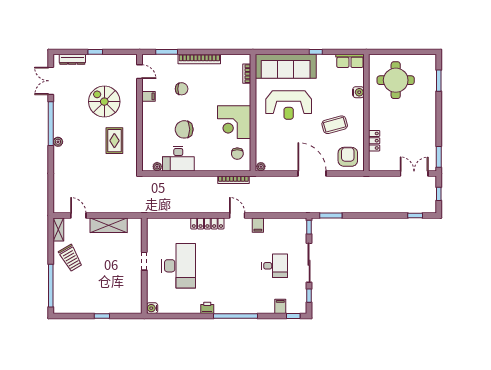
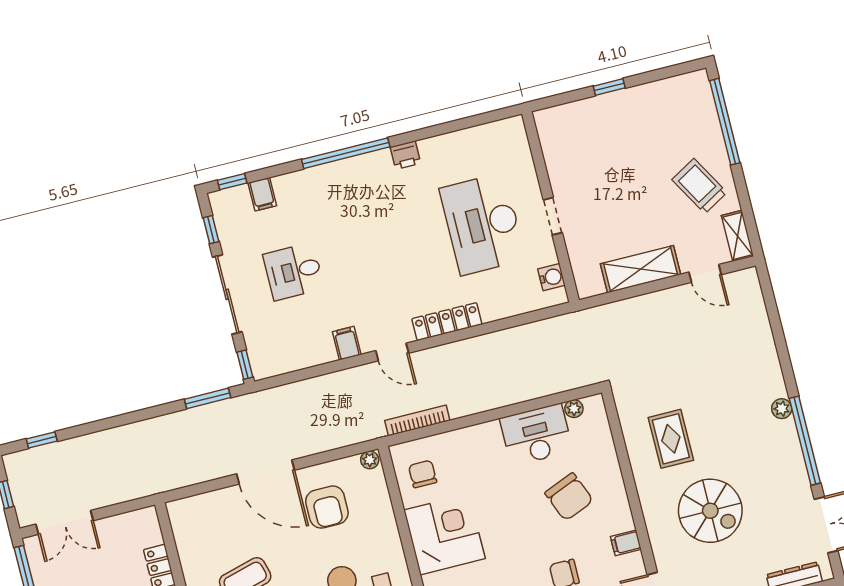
chair: (184, 129) -> (569, 497), moved, turned 68
armchair: (348, 157) -> (327, 507), moved
water cooler: (152, 308) -> (551, 277), moved

